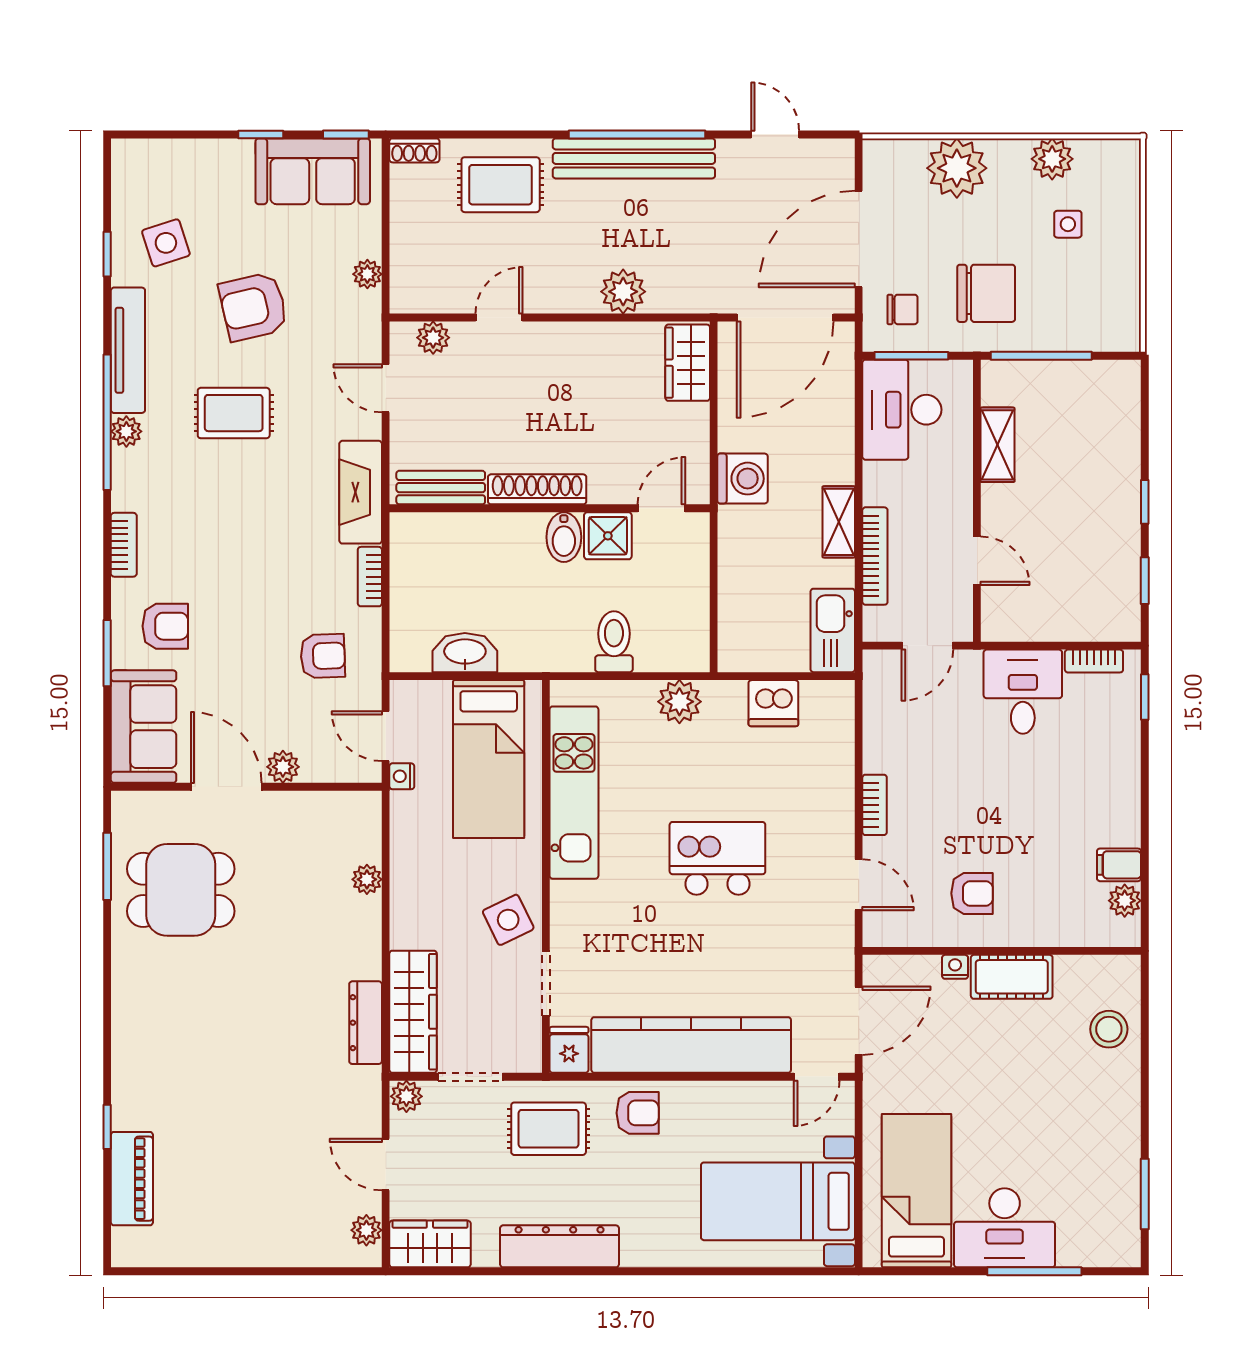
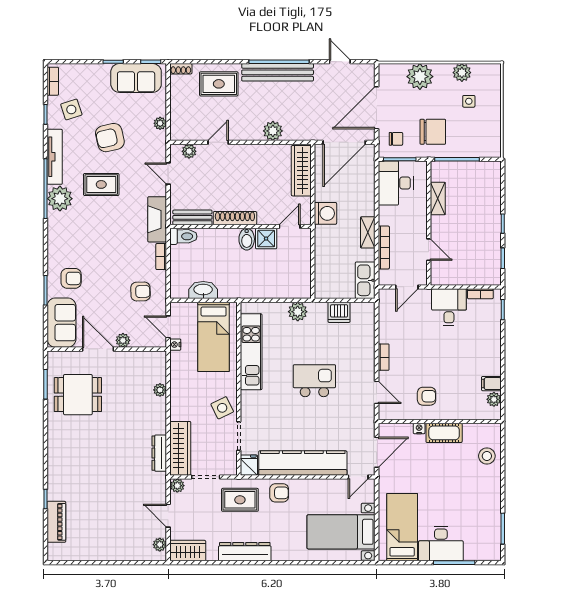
wardrobe: (688, 363) -> (301, 171), width x1.50
plant: (126, 431) -> (60, 199), width x1.88, depth x1.88
bookcase: (124, 545) -> (53, 81), moved
toilet: (614, 642) -> (183, 236), moved, turned 90

